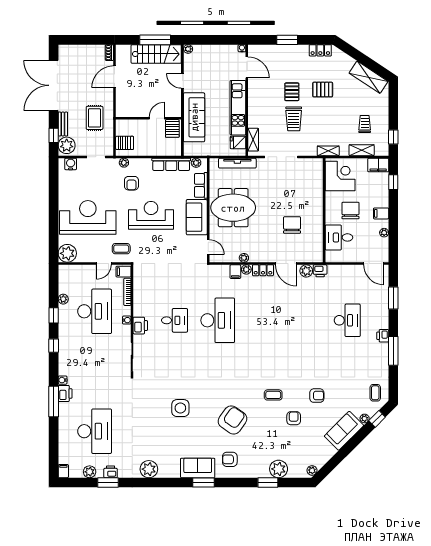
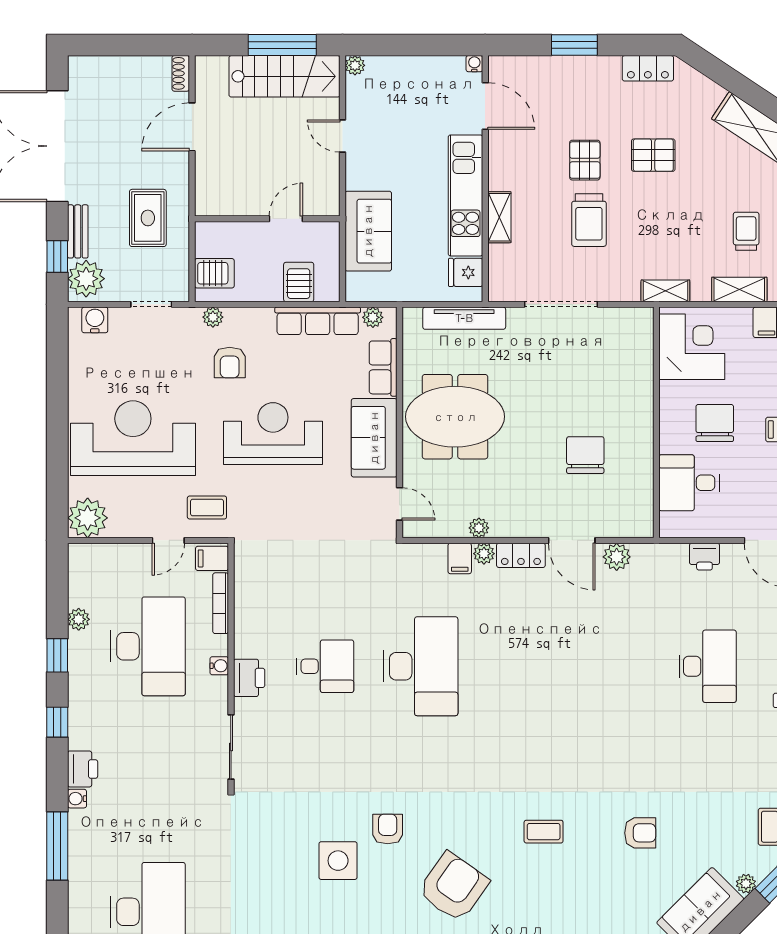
sofa: (194, 117) -> (368, 231), width x0.73
server rack: (172, 128) -> (299, 282), moved, turned 180
shelving: (253, 140) -> (499, 217), moved
printer: (320, 271) -> (704, 557), moved
printer: (65, 393) -> (83, 769), moved
armchair: (294, 418) -> (388, 829), moved

